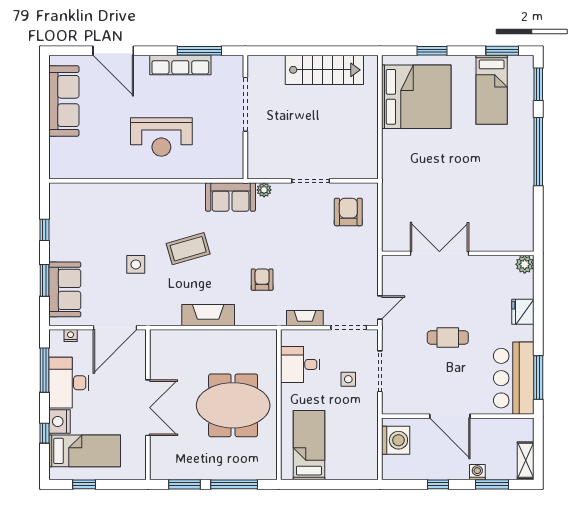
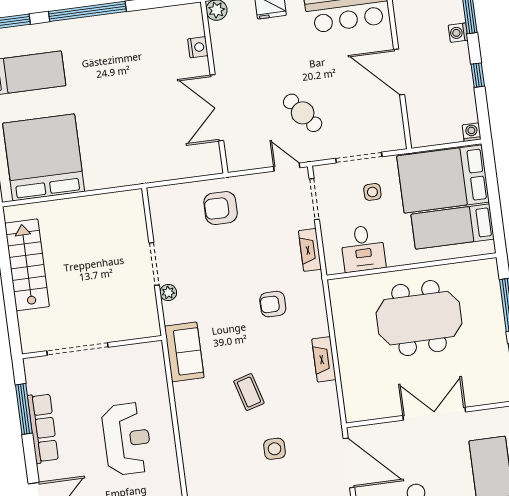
plant: (264, 190) -> (168, 293), moved
armchair: (348, 212) -> (221, 208), moved
nightstand: (494, 244) -> (198, 47), added
coffee table: (188, 249) -> (249, 392), width x0.73, depth x0.77
fireplace: (208, 315) -> (324, 359), width x0.73, depth x0.76
cafe table: (448, 337) -> (303, 113), moved, turned -38
meeting table: (233, 405) -> (419, 318), turned 90
door: (450, 416) -> (399, 72), swing flipped
washing machine: (396, 440) -> (472, 132), moved, width x0.53, depth x0.53
bed: (352, 442) -> (443, 179), added

